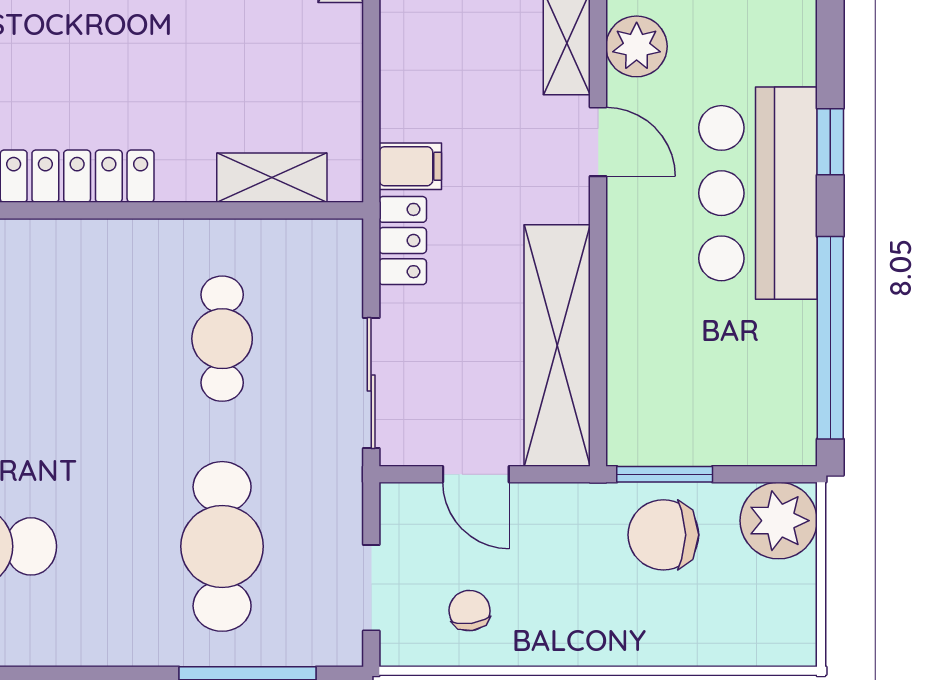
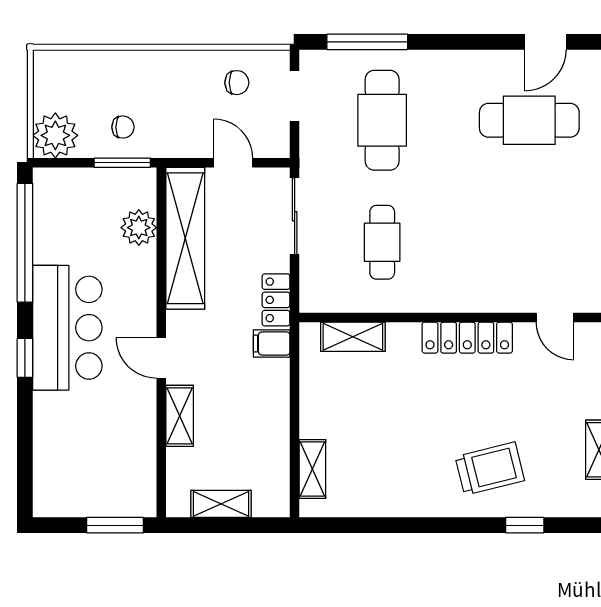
plant: (637, 46) -> (139, 228), moved
chair: (663, 535) -> (123, 127), width x0.54, depth x0.54
chair: (470, 611) -> (237, 83), turned -82

